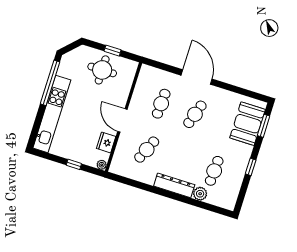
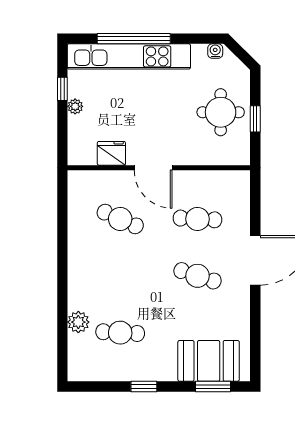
water cooler: (65, 62) -> (215, 51), added
window: (50, 83) -> (134, 39), moved
door: (122, 120) -> (153, 168), swing flipped
window: (74, 164) -> (62, 89), moved
plant: (102, 165) -> (75, 106), moved
dresser: (174, 185) -> (79, 278), removed

